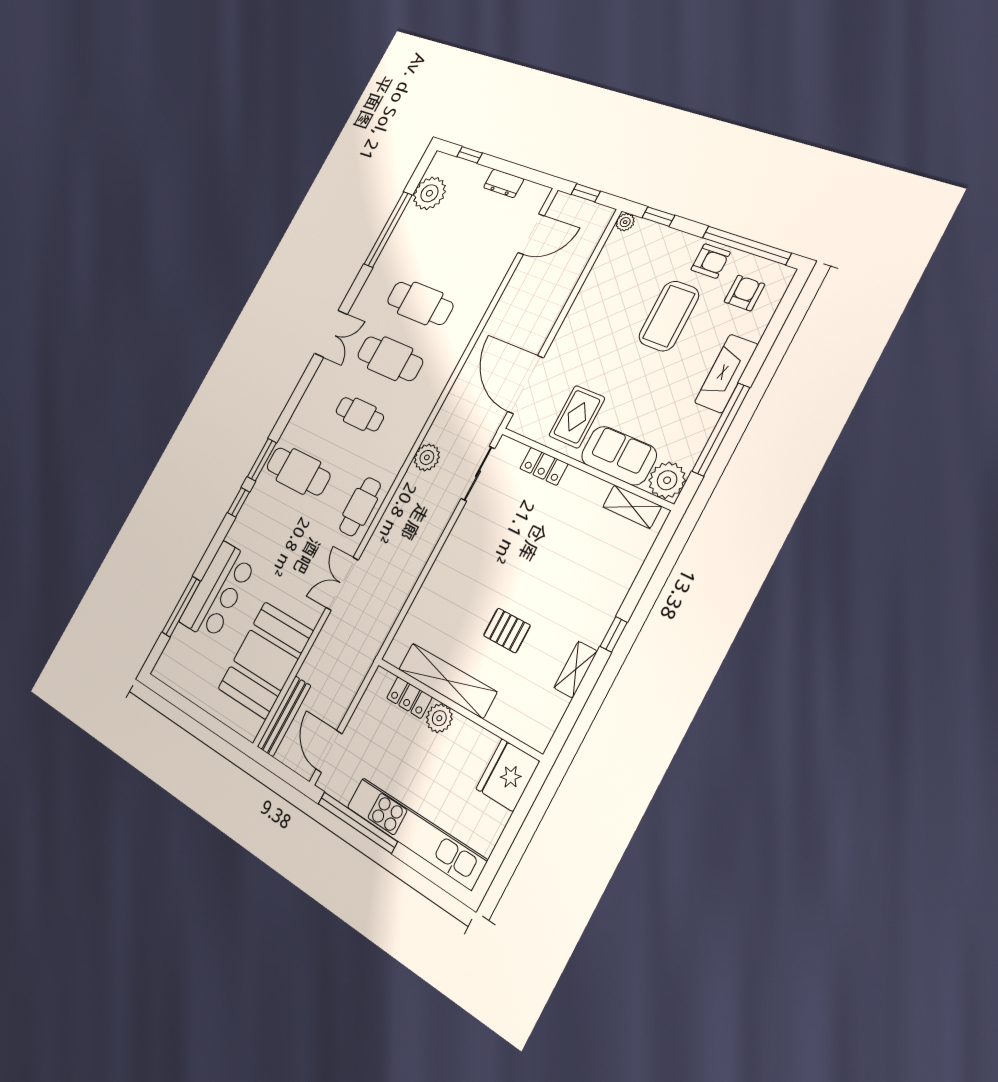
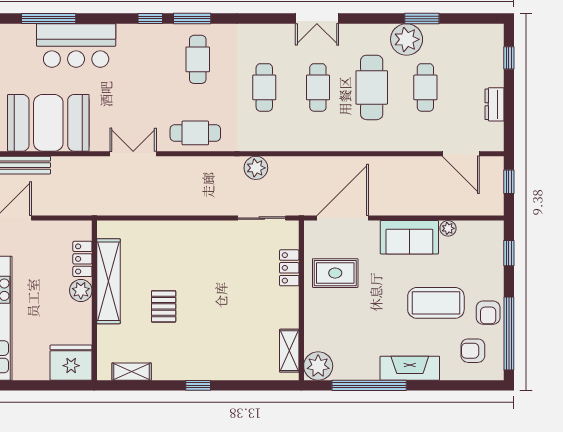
plant: (429, 193) -> (407, 39), moved
plant: (625, 222) -> (448, 228), moved
window: (388, 229) -> (422, 19), width x0.47
cafe table: (450, 248) -> (425, 87), added
armchair: (744, 293) -> (473, 351), turned 180
cafe table: (390, 359) -> (318, 87), width x0.73, depth x0.74
sofa: (619, 456) -> (409, 237), moved, turned 90
cafe table: (298, 471) -> (198, 59), width x0.73, depth x0.74
shelving: (576, 670) -> (132, 372), moved

